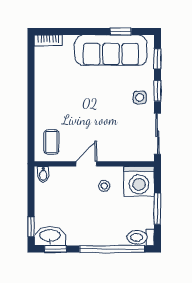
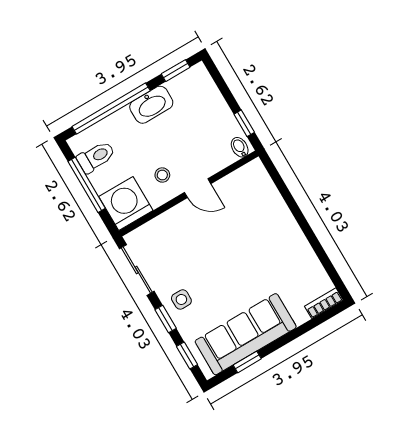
coffee table: (52, 142) -> (252, 190), removed
door: (86, 164) -> (198, 188), hinge flipped
window: (157, 209) -> (87, 185), width x1.44
window: (31, 227) -> (244, 123), moved
washbasin: (50, 236) -> (151, 105), moved
toilet: (140, 237) -> (96, 157), moved

